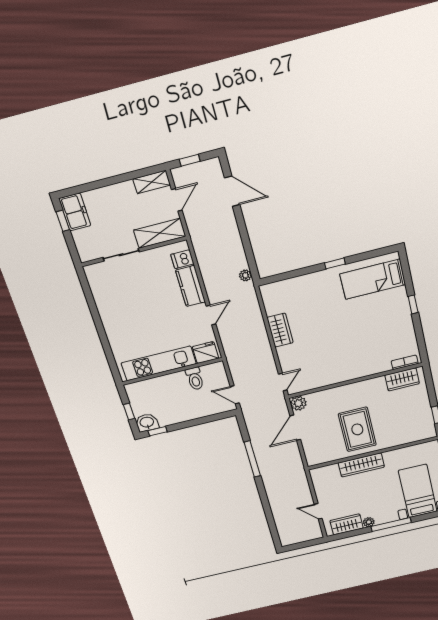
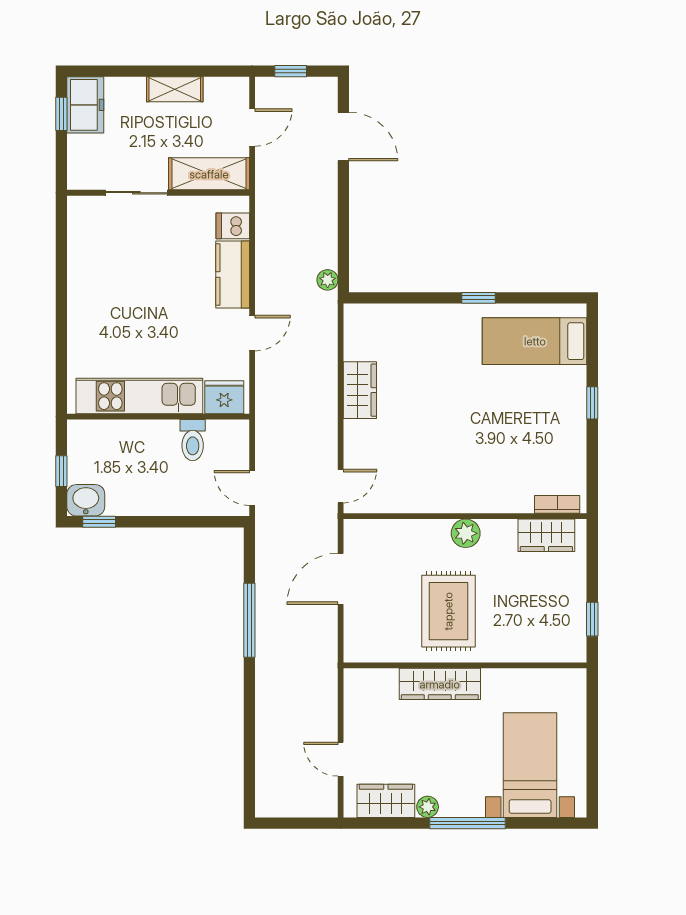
shelving: (152, 182) -> (175, 89), moved
plant: (298, 403) -> (466, 533), moved

